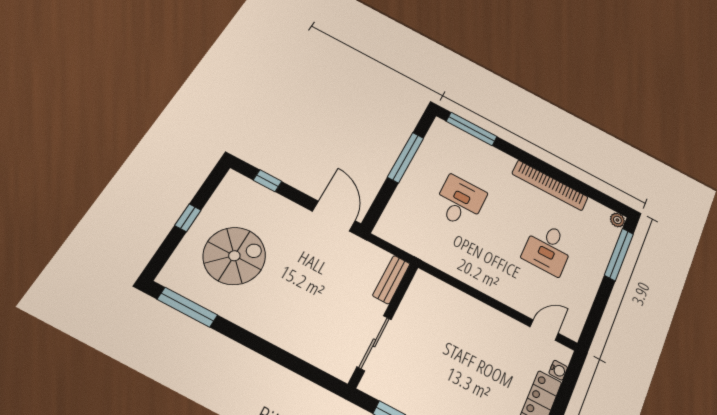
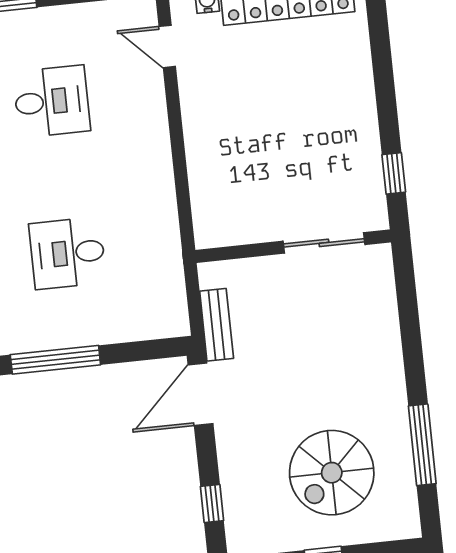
spiral stairs: (234, 256) -> (332, 473), turned -90
bench: (391, 280) -> (217, 325), moved, turned 90
window: (187, 307) -> (422, 445), moved

